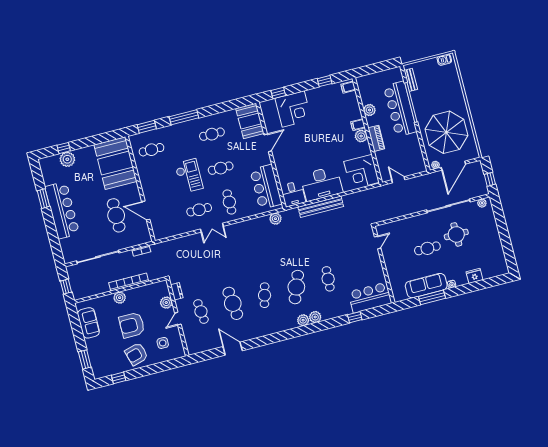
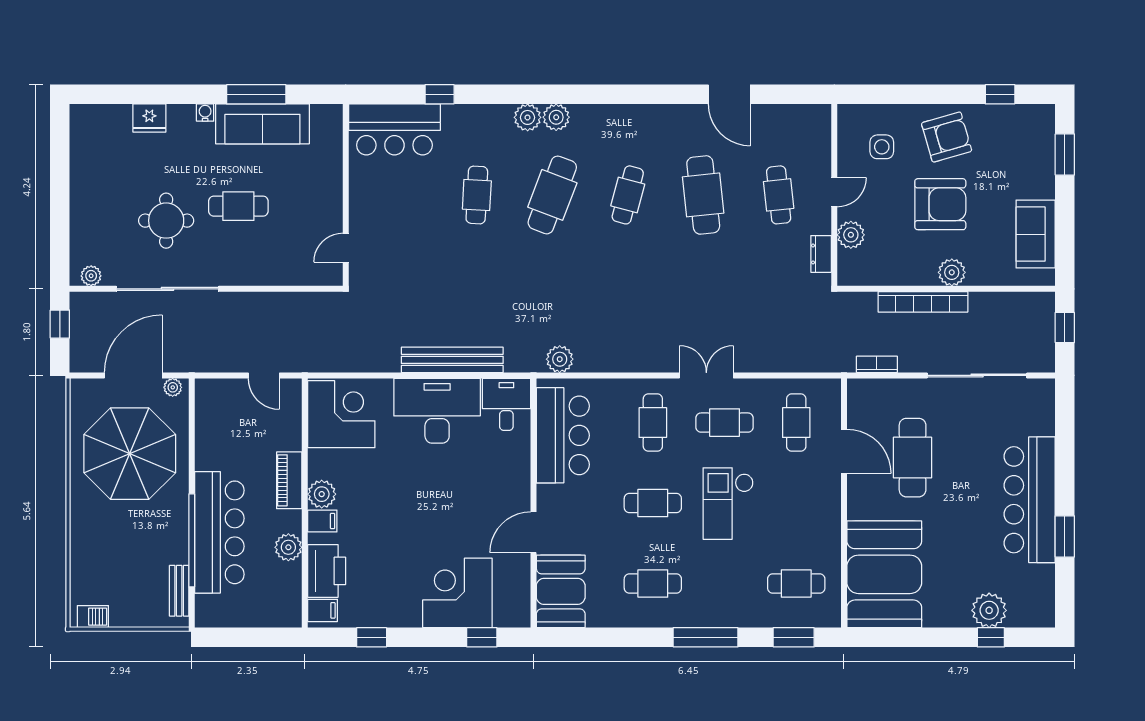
printer: (351, 104) -> (327, 571), added
cafe table: (169, 218) -> (796, 423), added

